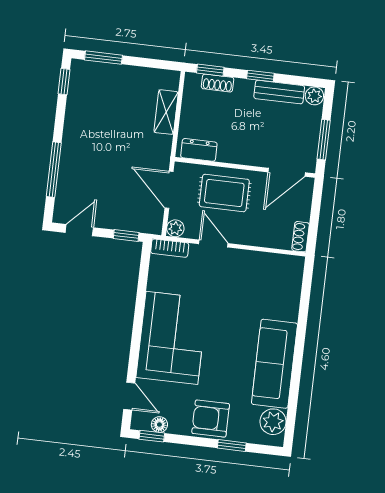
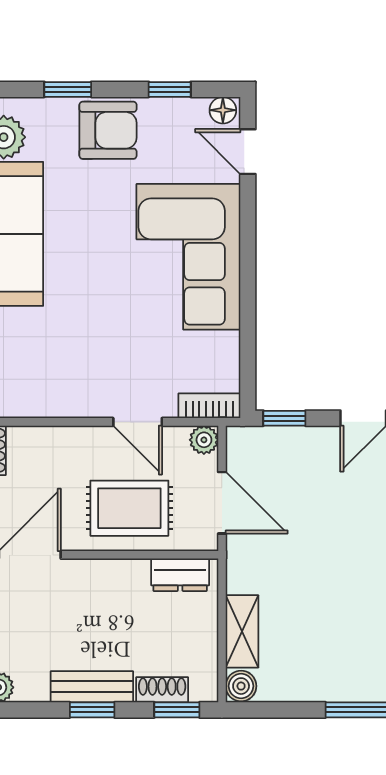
boiler: (170, 80) -> (241, 686), added
bench: (279, 92) -> (92, 687), moved
floor lamp: (159, 425) -> (223, 110), moved
window: (152, 436) -> (170, 89), moved

